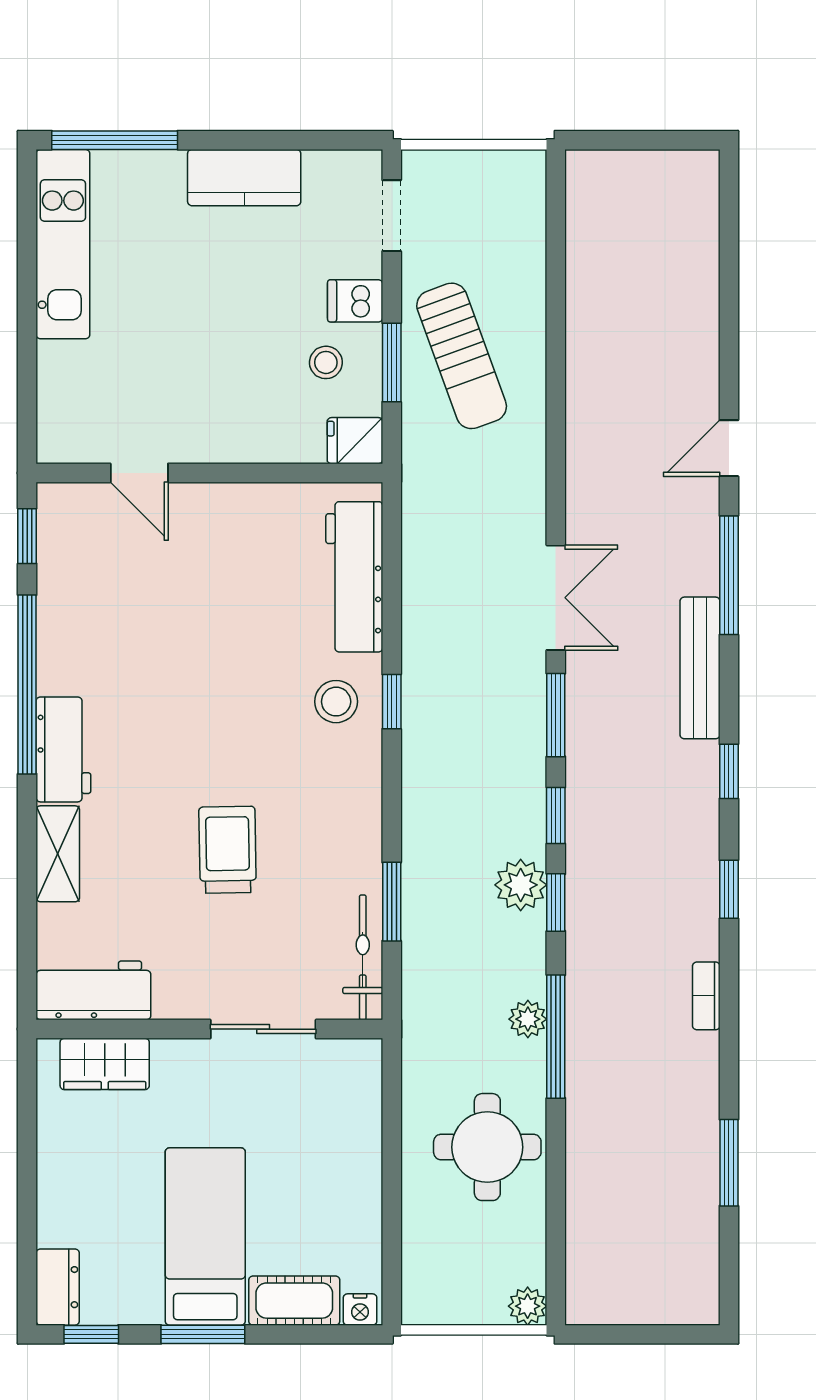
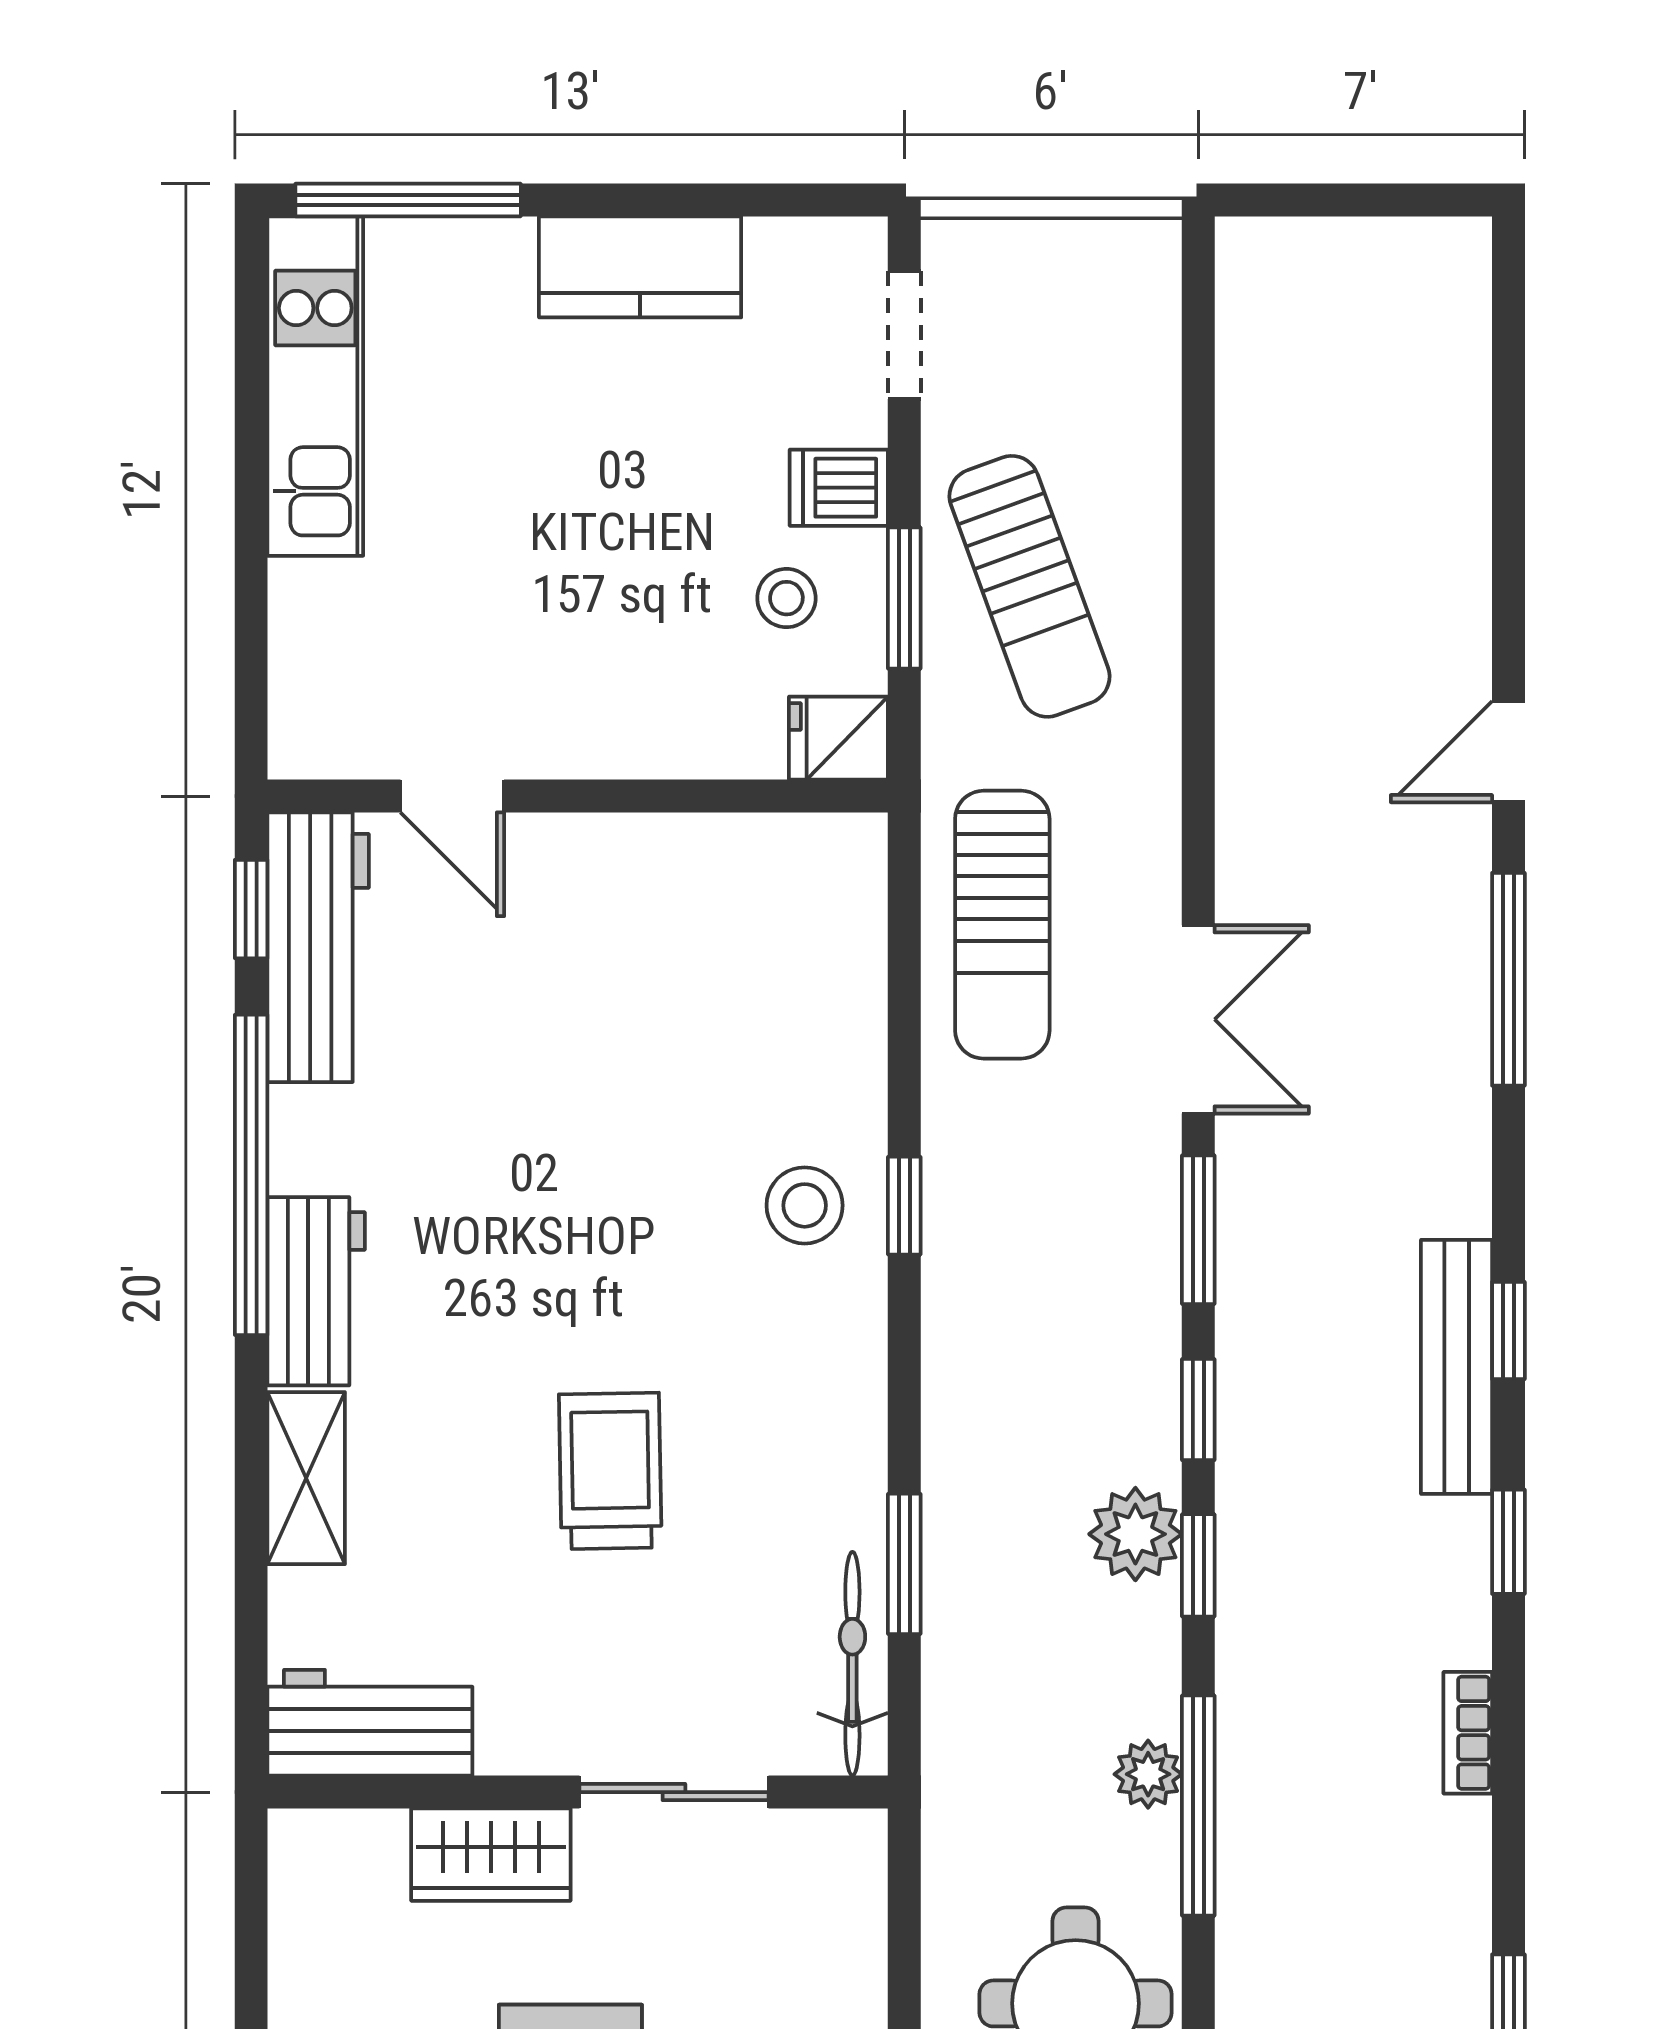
sun lounger: (446, 545) -> (1002, 925), added
workbench: (354, 577) -> (318, 947), moved, turned 180
bench: (700, 668) -> (1457, 1367), moved
wardrobe: (105, 1064) -> (491, 1855), moved

